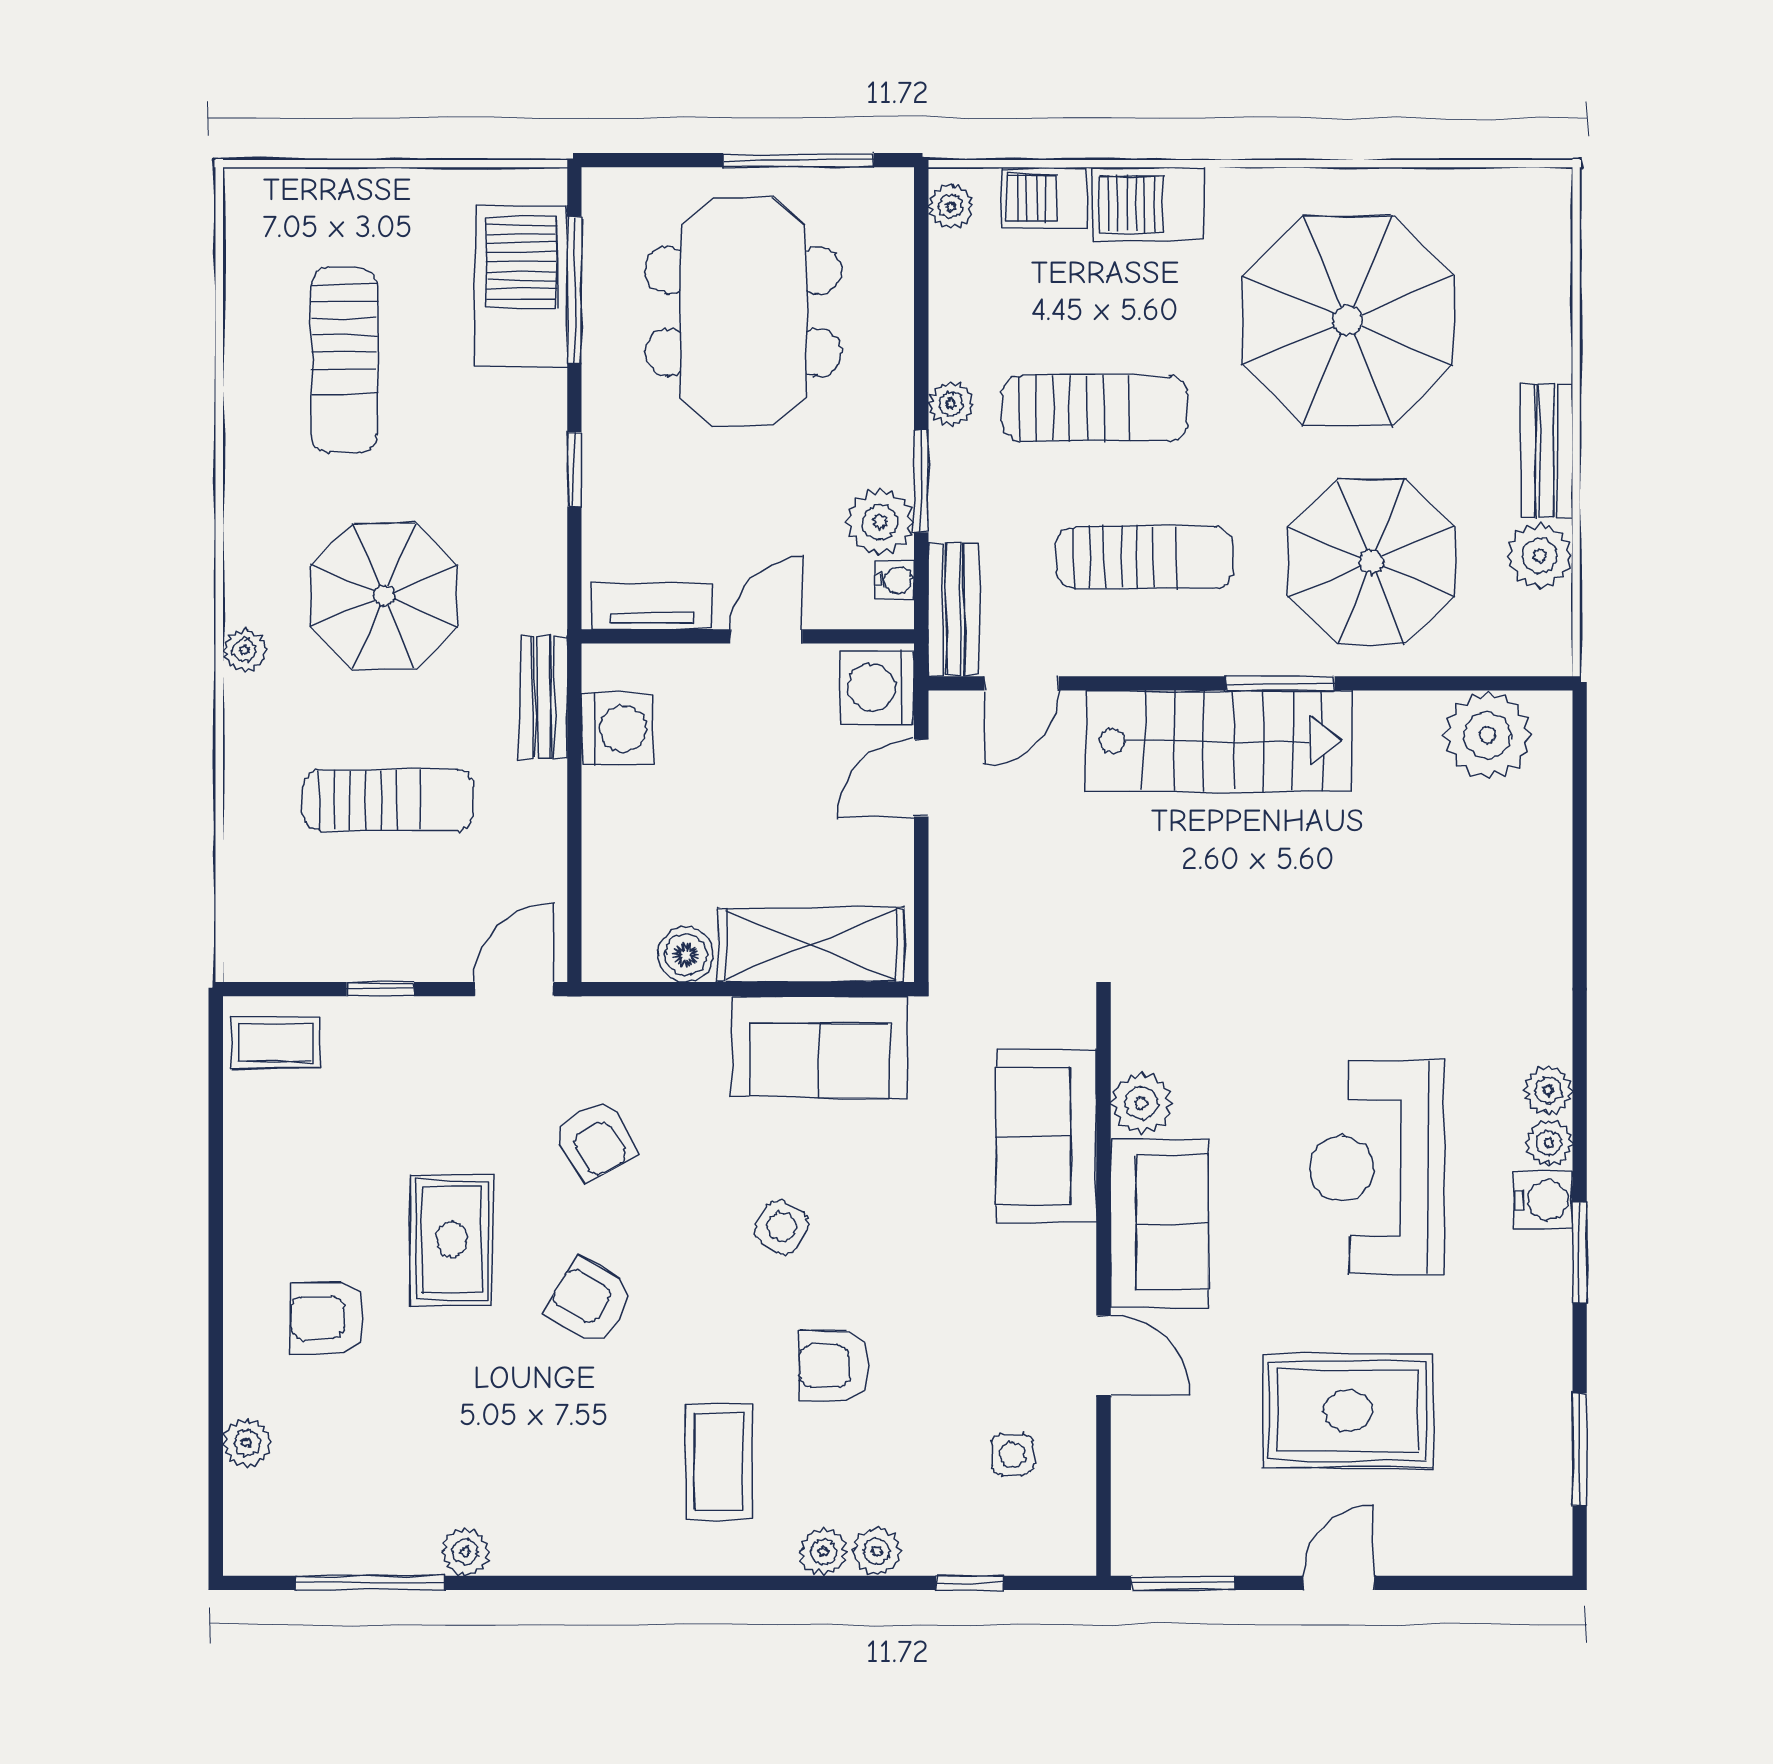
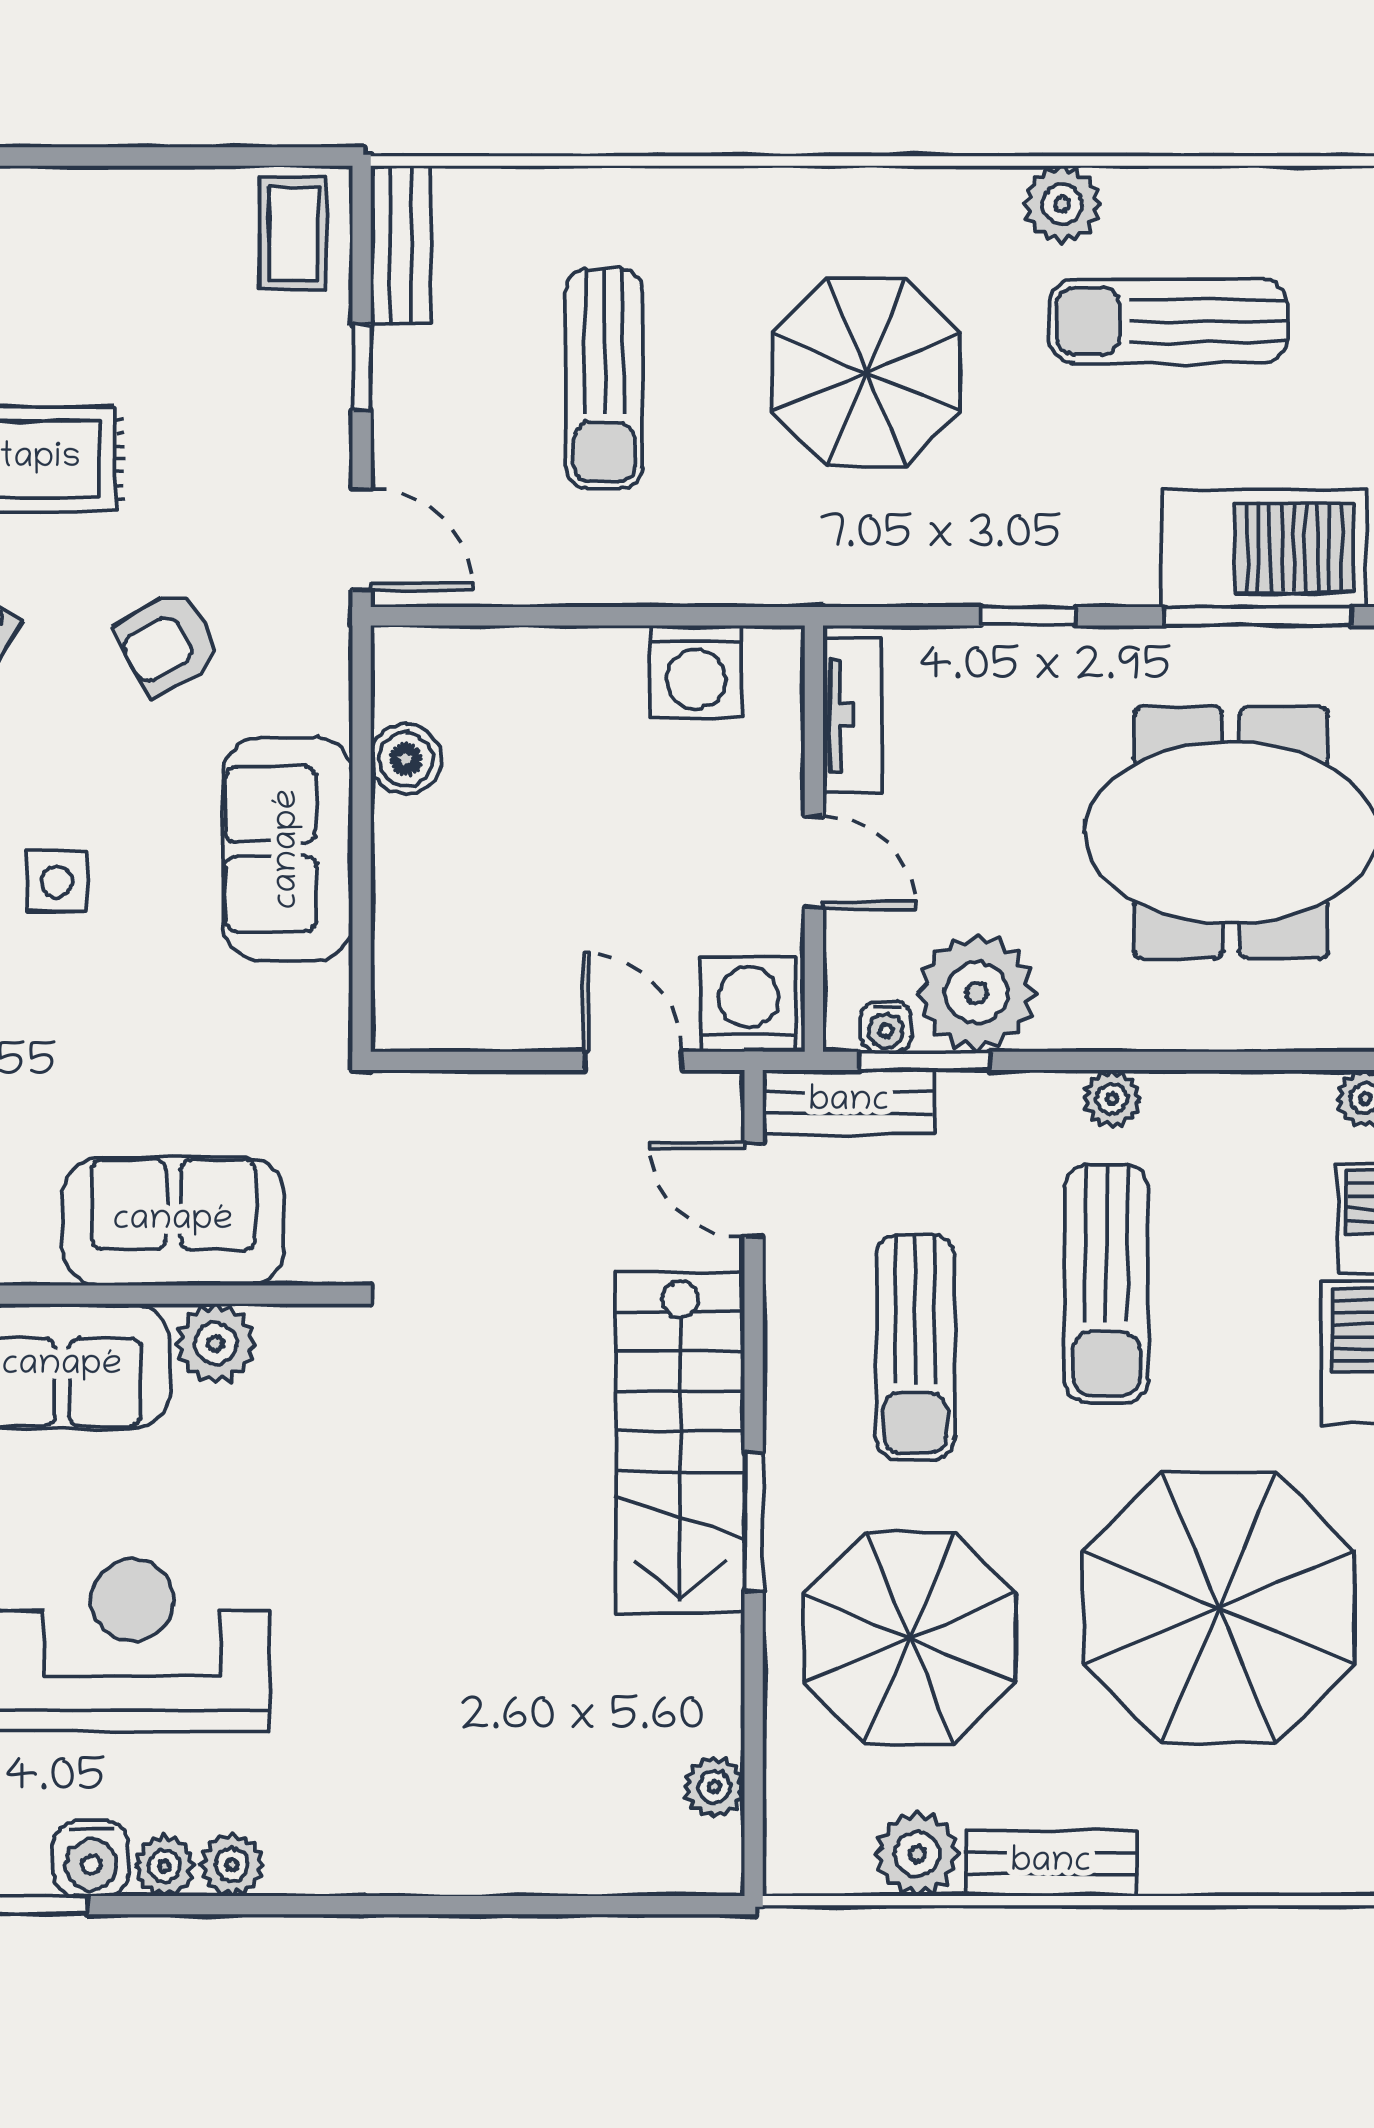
window: (921, 481) -> (924, 1061), moved
plant: (880, 522) -> (976, 993), width x1.36, depth x1.36
plant: (245, 650) -> (1062, 204), moved, width x1.38, depth x1.38
bench: (544, 697) -> (401, 244), moved, turned 90
plant: (1487, 735) -> (714, 1787), width x0.53, depth x0.53
shelving: (811, 945) -> (418, 920), removed
sofa: (819, 1047) -> (288, 849), moved
side table: (781, 1227) -> (57, 882), turned -31

